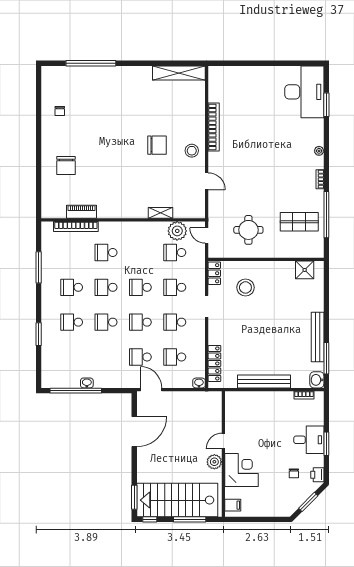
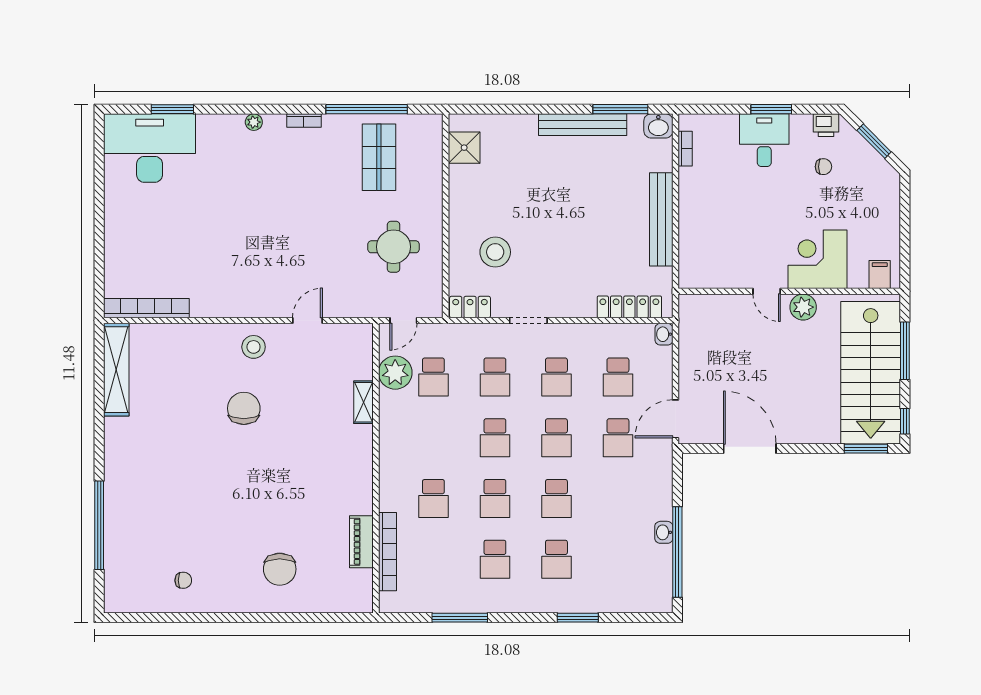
bookcase: (214, 127) -> (146, 308), moved
chair: (66, 166) -> (280, 569), turned 90

